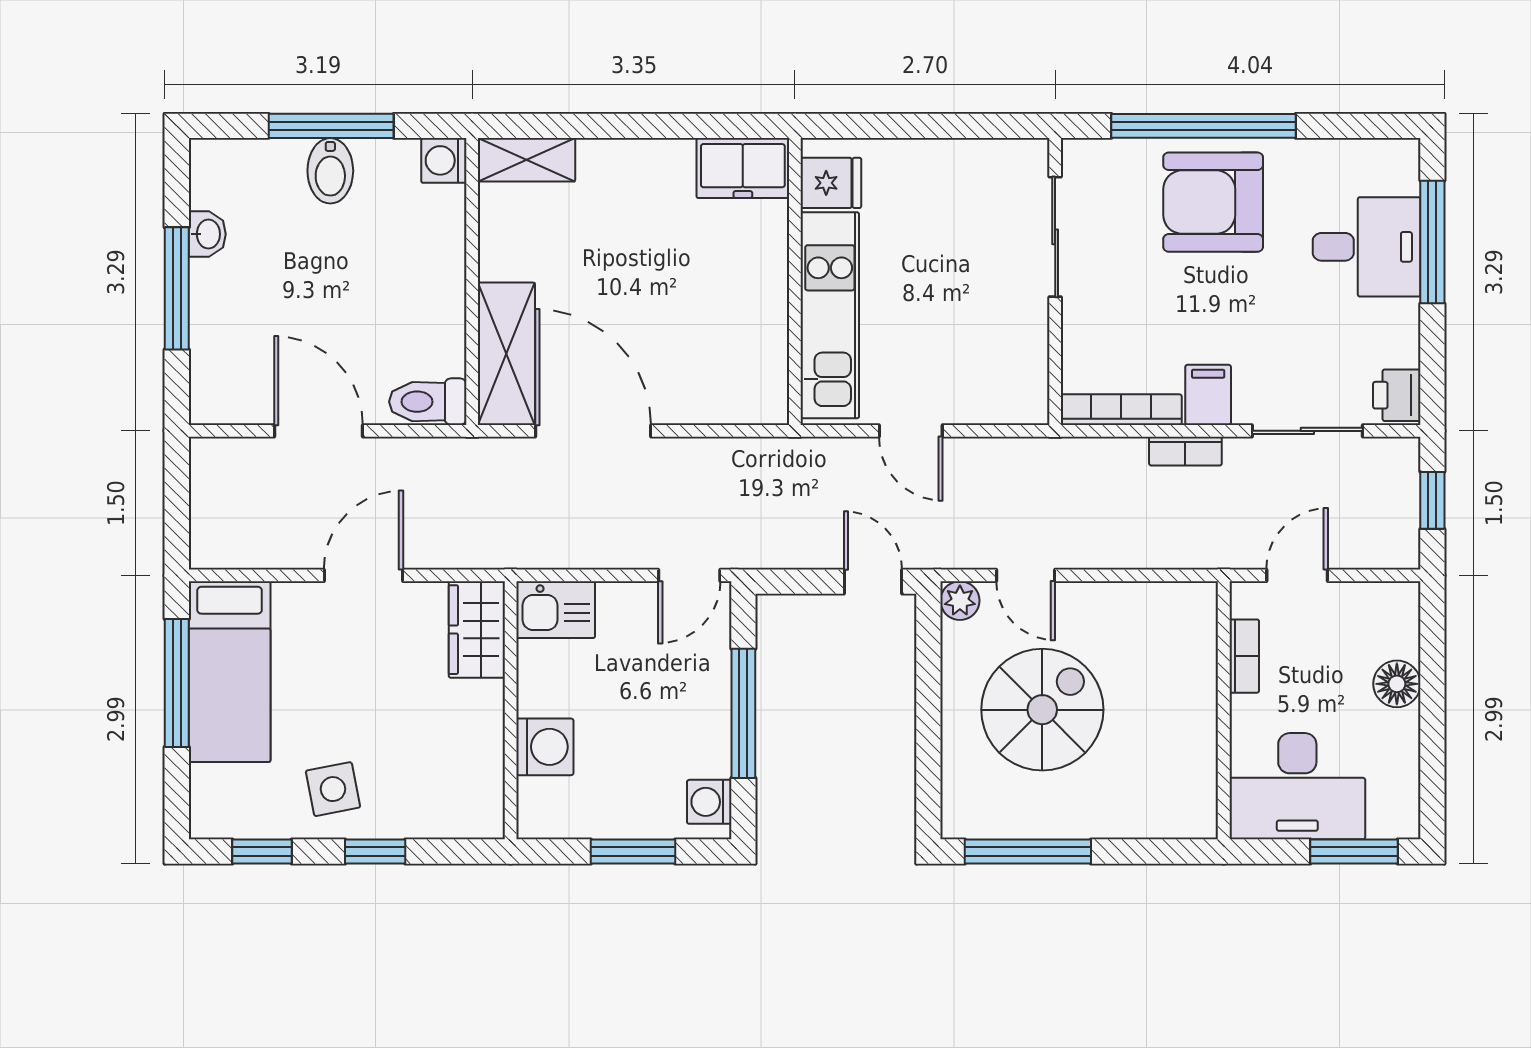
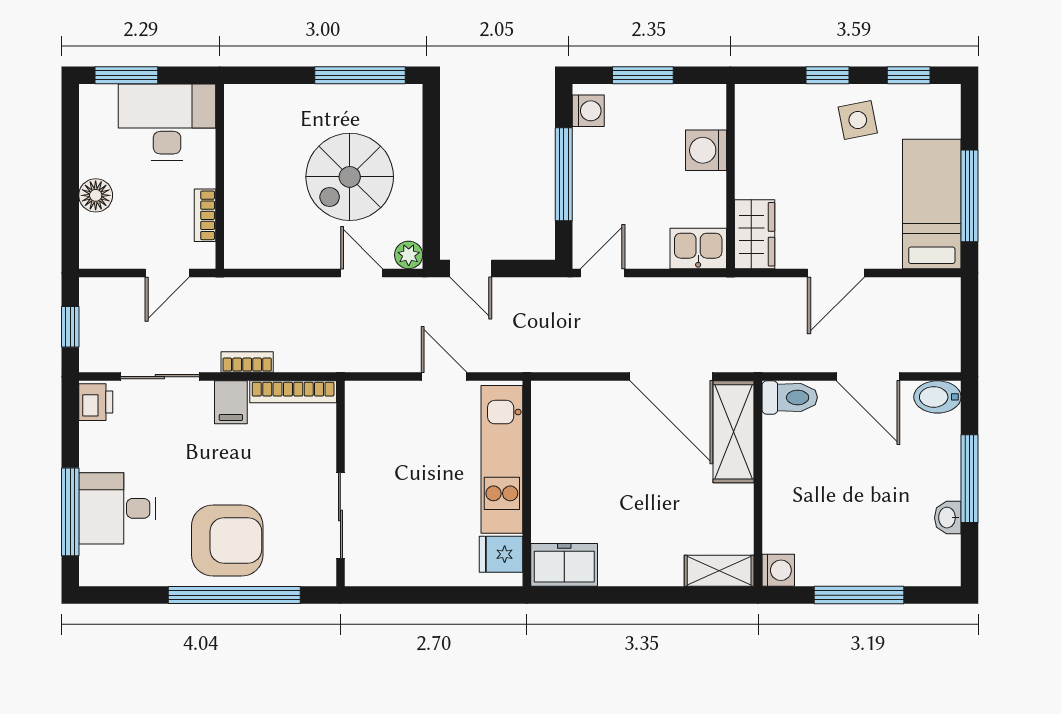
bidet: (330, 171) -> (937, 397), moved, turned -90

